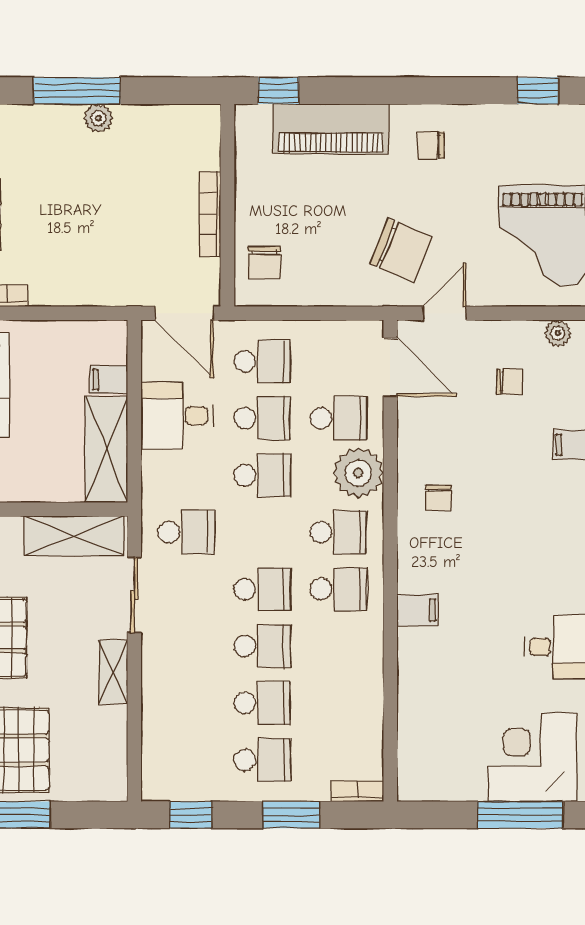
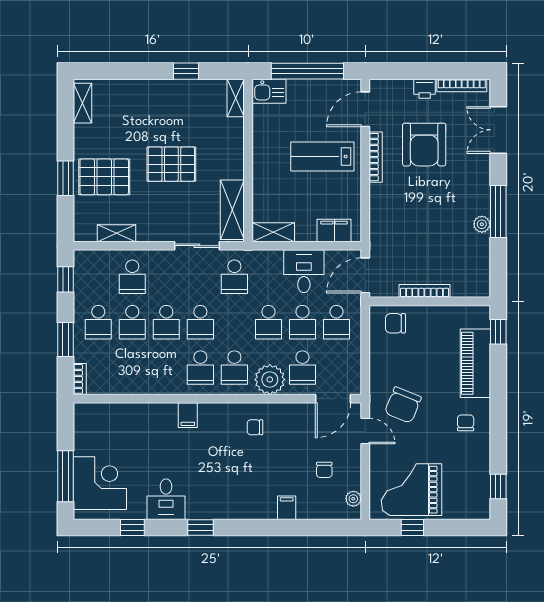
filing cabinet: (109, 380) -> (334, 230), width x2.00
shelving: (106, 449) -> (273, 232), width x0.67, depth x0.75
shelving: (113, 672) -> (117, 233), moved
school desk: (186, 703) -> (132, 277), added

